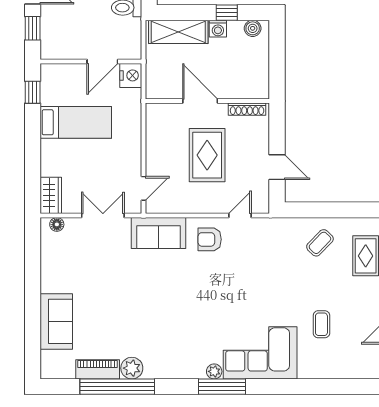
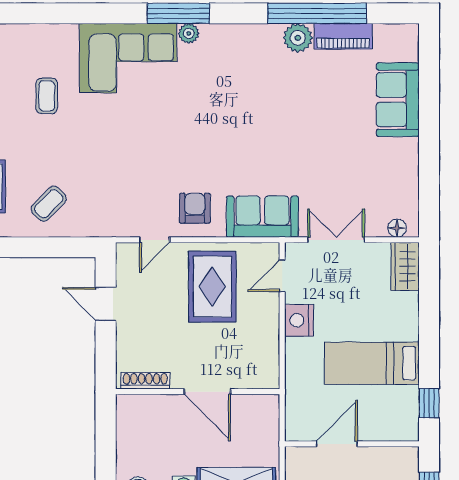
nightstand: (131, 75) -> (299, 320), moved
rug: (207, 155) -> (212, 287), moved
double door: (103, 216) -> (336, 240), swing flipped
armchair: (210, 239) -> (195, 208), turned -90

